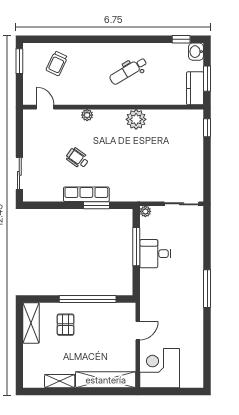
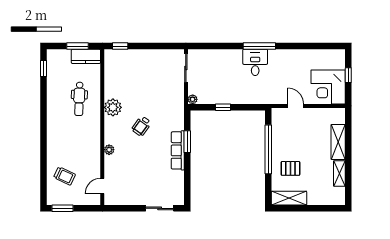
washbasin: (196, 52) -> (54, 56), removed
dental chair: (128, 71) -> (79, 99), moved, turned 33
wheelchair: (77, 158) -> (141, 126), moved
window: (136, 247) -> (223, 107), width x0.46
desk: (155, 254) -> (255, 62), moved, turned 180
shelving: (106, 380) -> (338, 142), width x0.68
window: (173, 391) -> (348, 75), added

